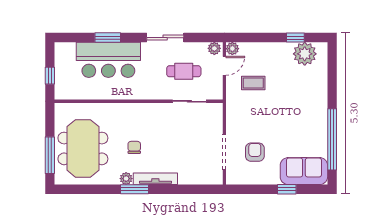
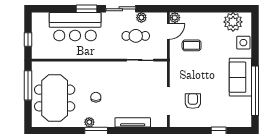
window: (108, 38) -> (86, 9), moved
window: (295, 38) -> (225, 9), removed
plant: (214, 48) -> (141, 18), moved
side table: (318, 80) -> (243, 43), added
window: (50, 155) -> (28, 85), moved
sofa: (304, 171) -> (240, 77), moved, turned -90
tv unit: (155, 179) -> (133, 122), moved

